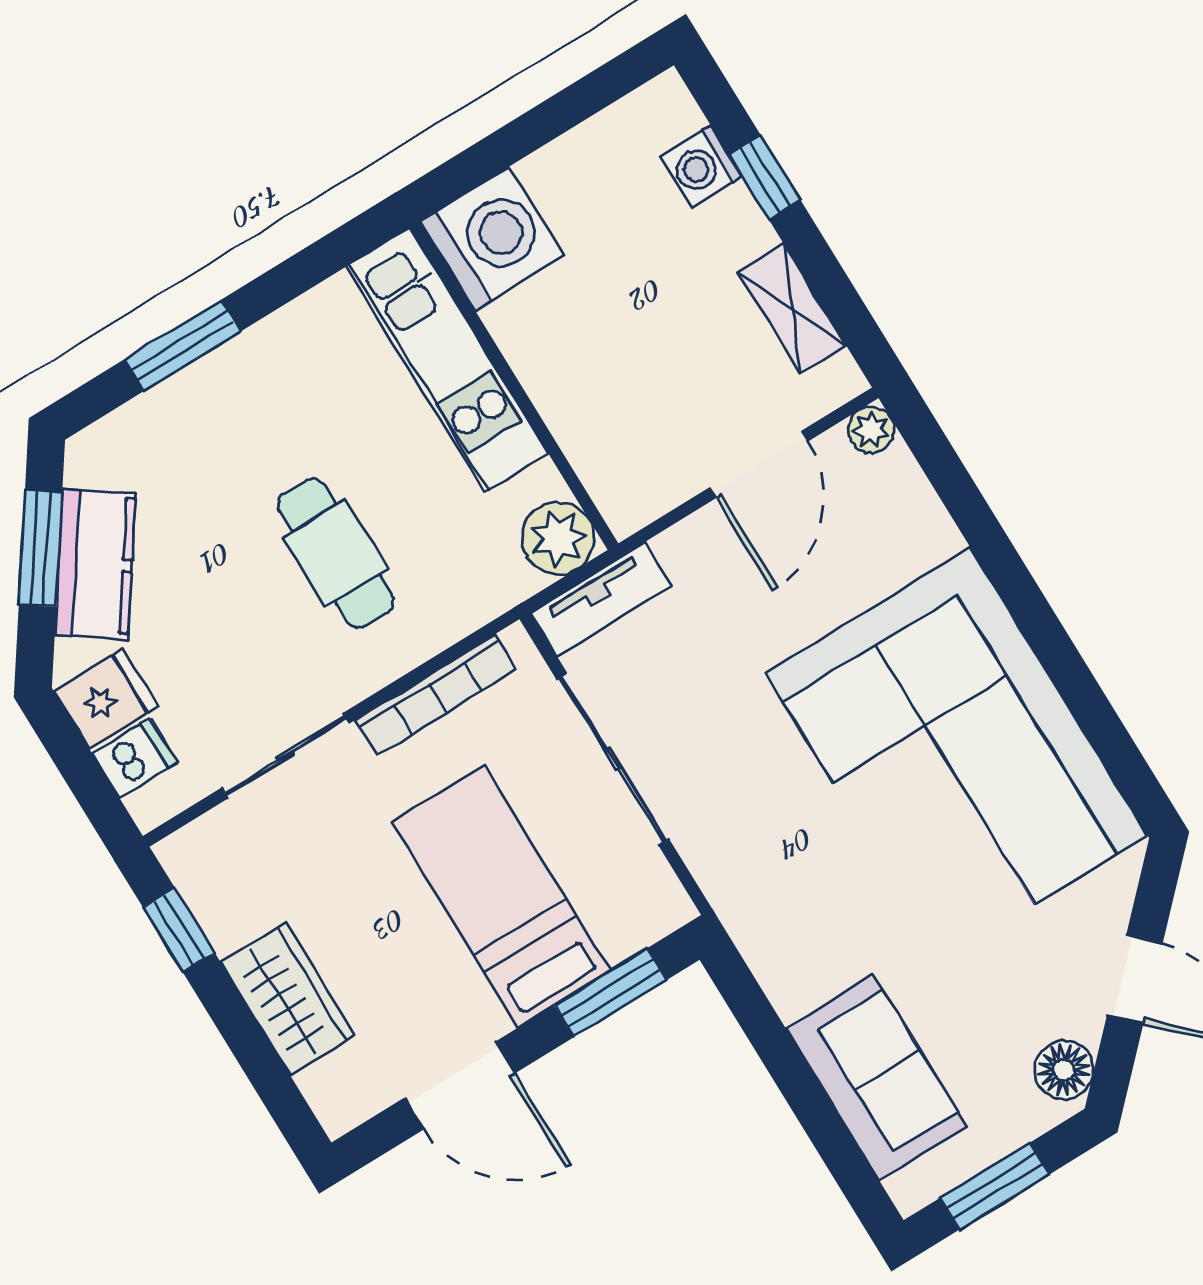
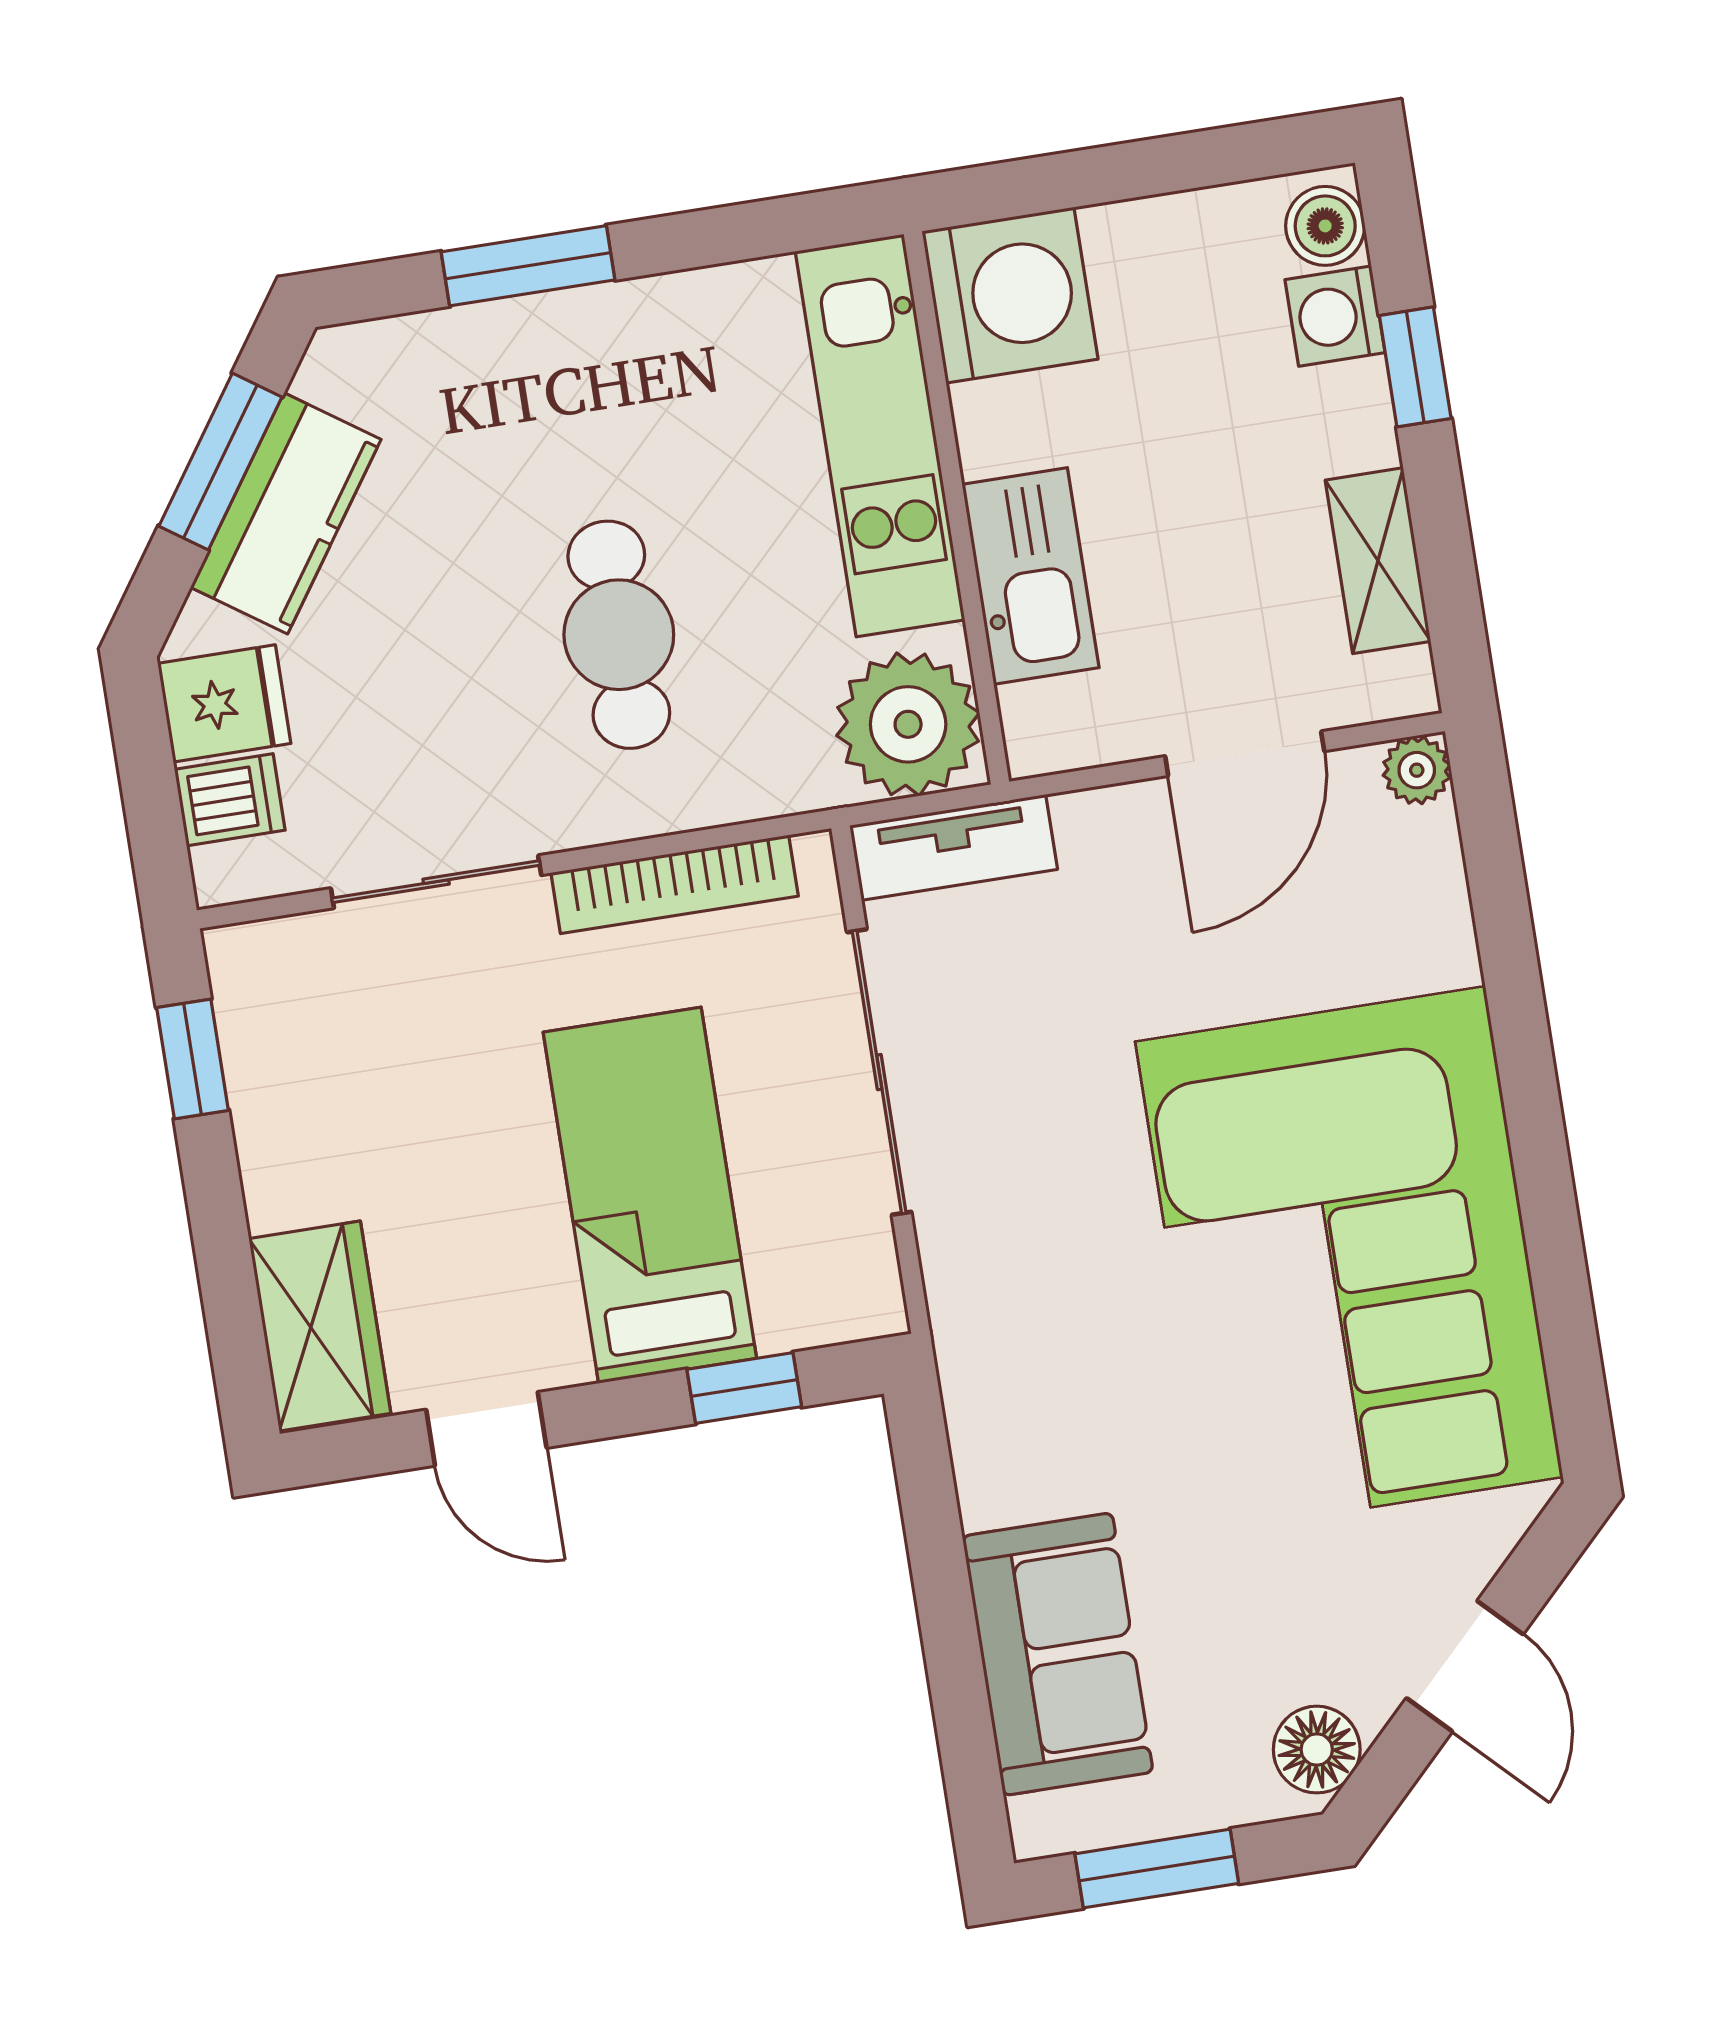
boiler: (672, 113) -> (1325, 226), added
kitchen sink: (578, 409) -> (1031, 576), added
plant: (558, 538) -> (908, 724), width x1.36, depth x1.36
window: (611, 993) -> (744, 1388), width x0.67
wardrobe: (288, 999) -> (320, 1326), moved
door: (460, 1085) -> (486, 1429), width x0.73

